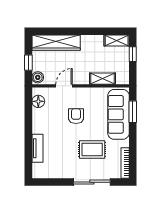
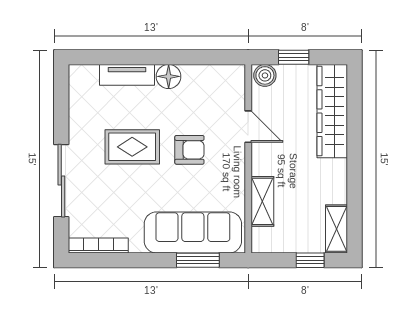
floor lamp: (38, 101) -> (169, 76), moved
rug: (92, 150) -> (132, 147), moved, turned 90

